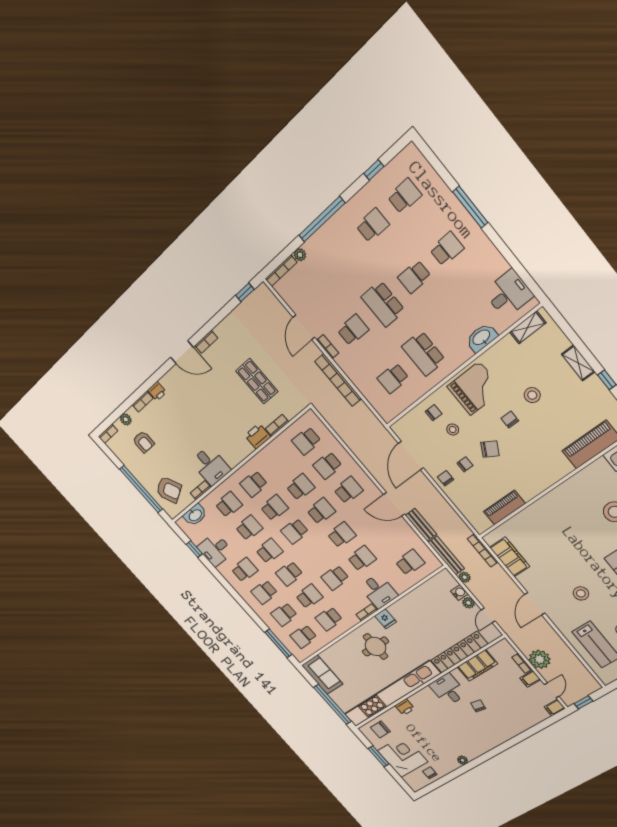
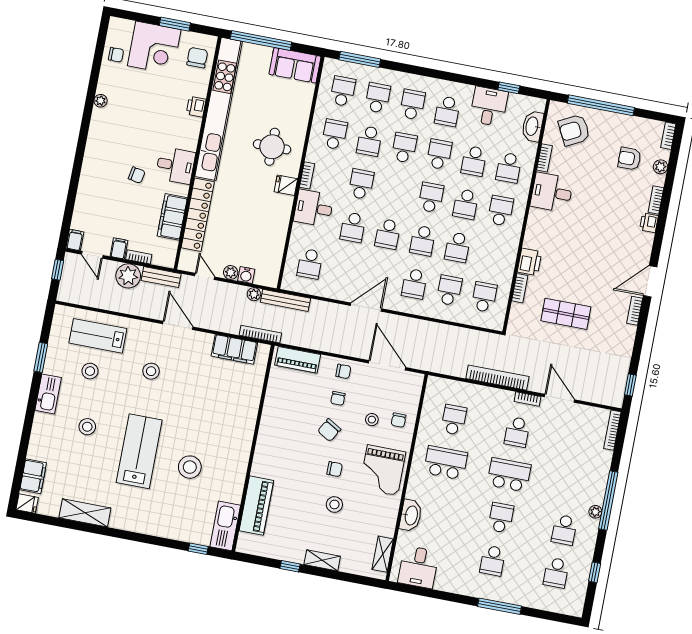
plant: (300, 255) -> (595, 512), moved
piano: (504, 508) -> (298, 360), moved, turned 90
bench: (421, 525) -> (161, 277), moved
school desk: (269, 551) -> (439, 154), turned 180

